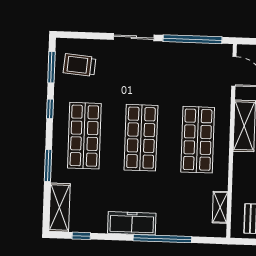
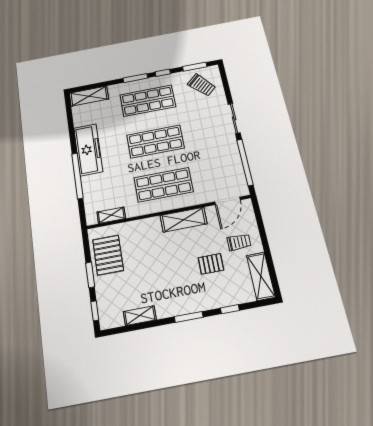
trolley: (80, 65) -> (202, 85), turned 132
window: (48, 166) -> (135, 78), moved
freezer: (132, 223) -> (88, 150), width x1.36, depth x1.26
window: (81, 236) -> (70, 116), removed

